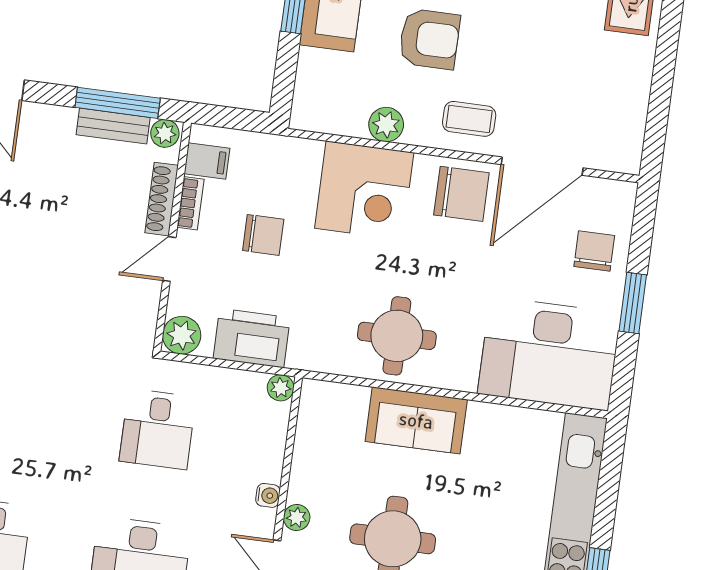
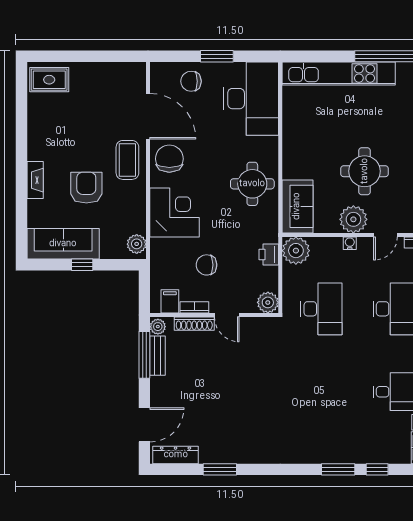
coffee table: (469, 119) -> (127, 160), width x1.36, depth x1.30
plant: (386, 125) -> (137, 244), moved
chair: (263, 235) -> (207, 265), turned -90
printer: (252, 338) -> (269, 255), width x0.53, depth x0.68
plant: (281, 388) -> (296, 251), width x1.87, depth x1.87
sofa: (416, 420) -> (297, 206), moved
desk: (158, 429) -> (321, 309), width x1.37
plant: (297, 517) -> (353, 219), width x1.87, depth x1.87

